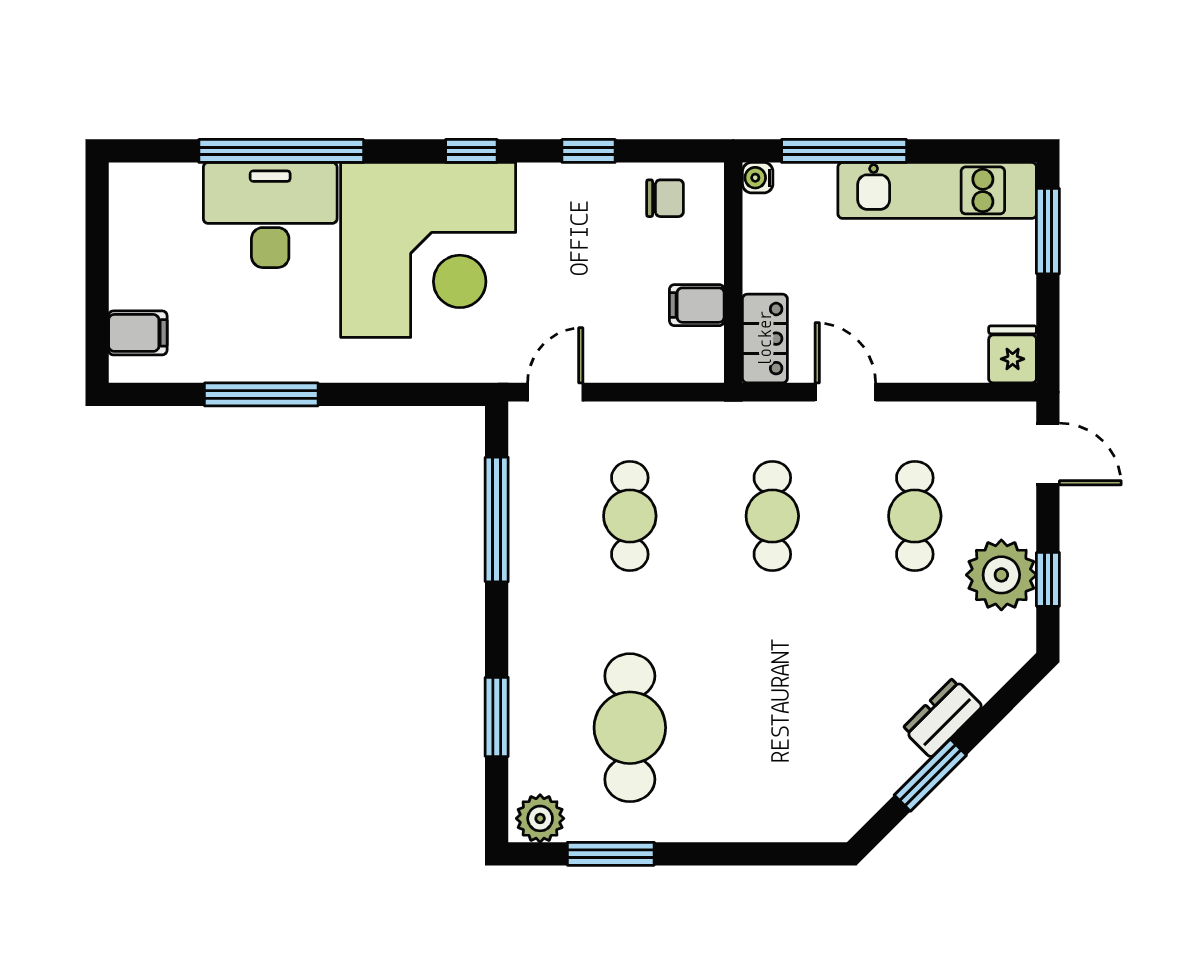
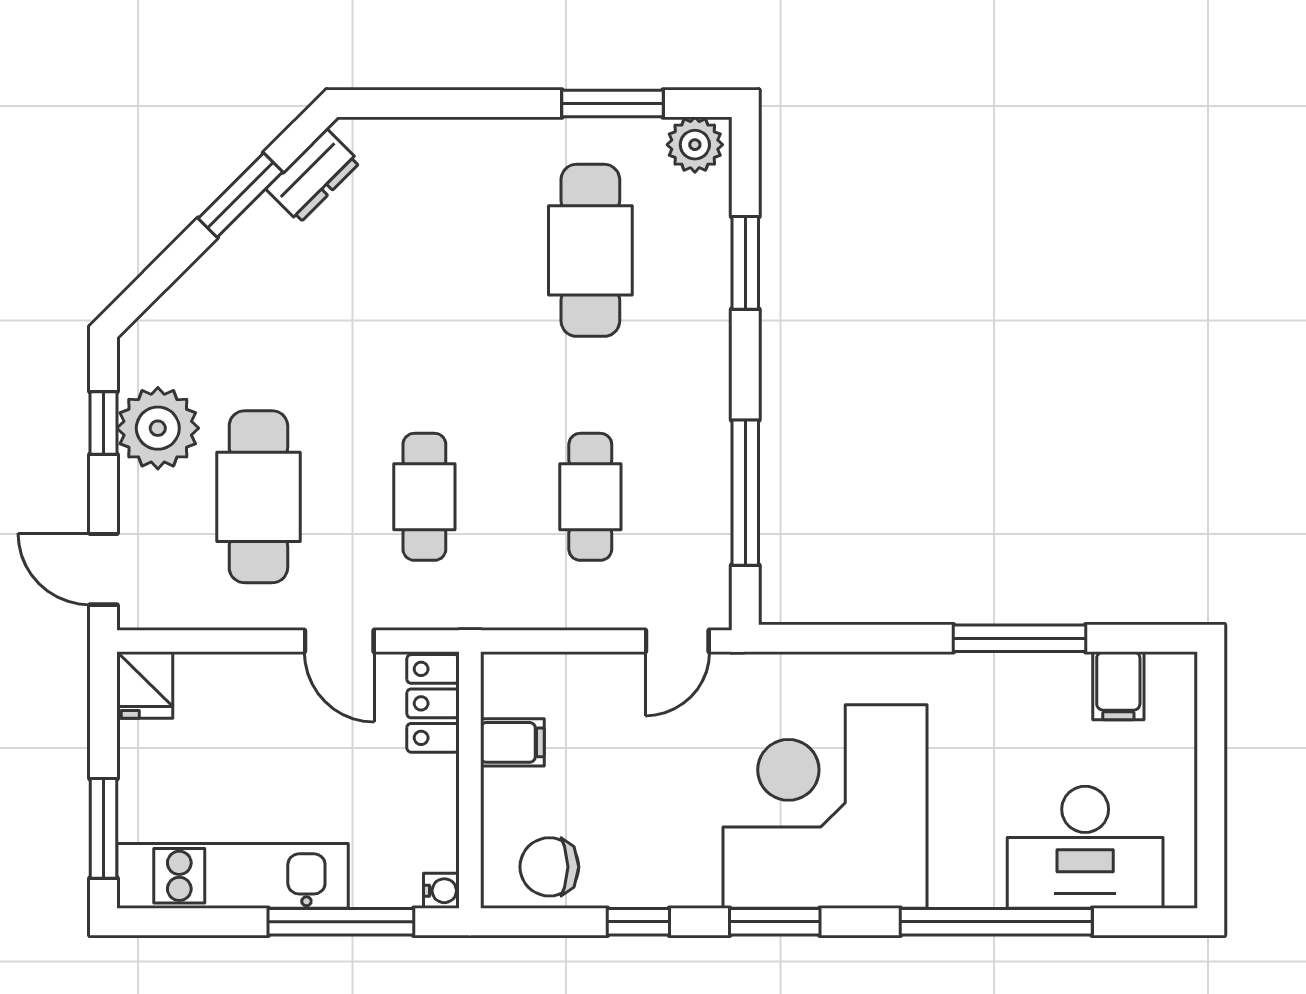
window: (471, 151) -> (775, 922), width x1.50
chair: (665, 198) -> (549, 867), width x1.37, depth x1.37
desk: (270, 215) -> (1085, 847), moved
filing cabinet: (138, 333) -> (1118, 686), moved, turned -90
cafe table: (915, 516) -> (258, 497), width x1.37, depth x1.35
dresser: (942, 717) -> (313, 176), moved

